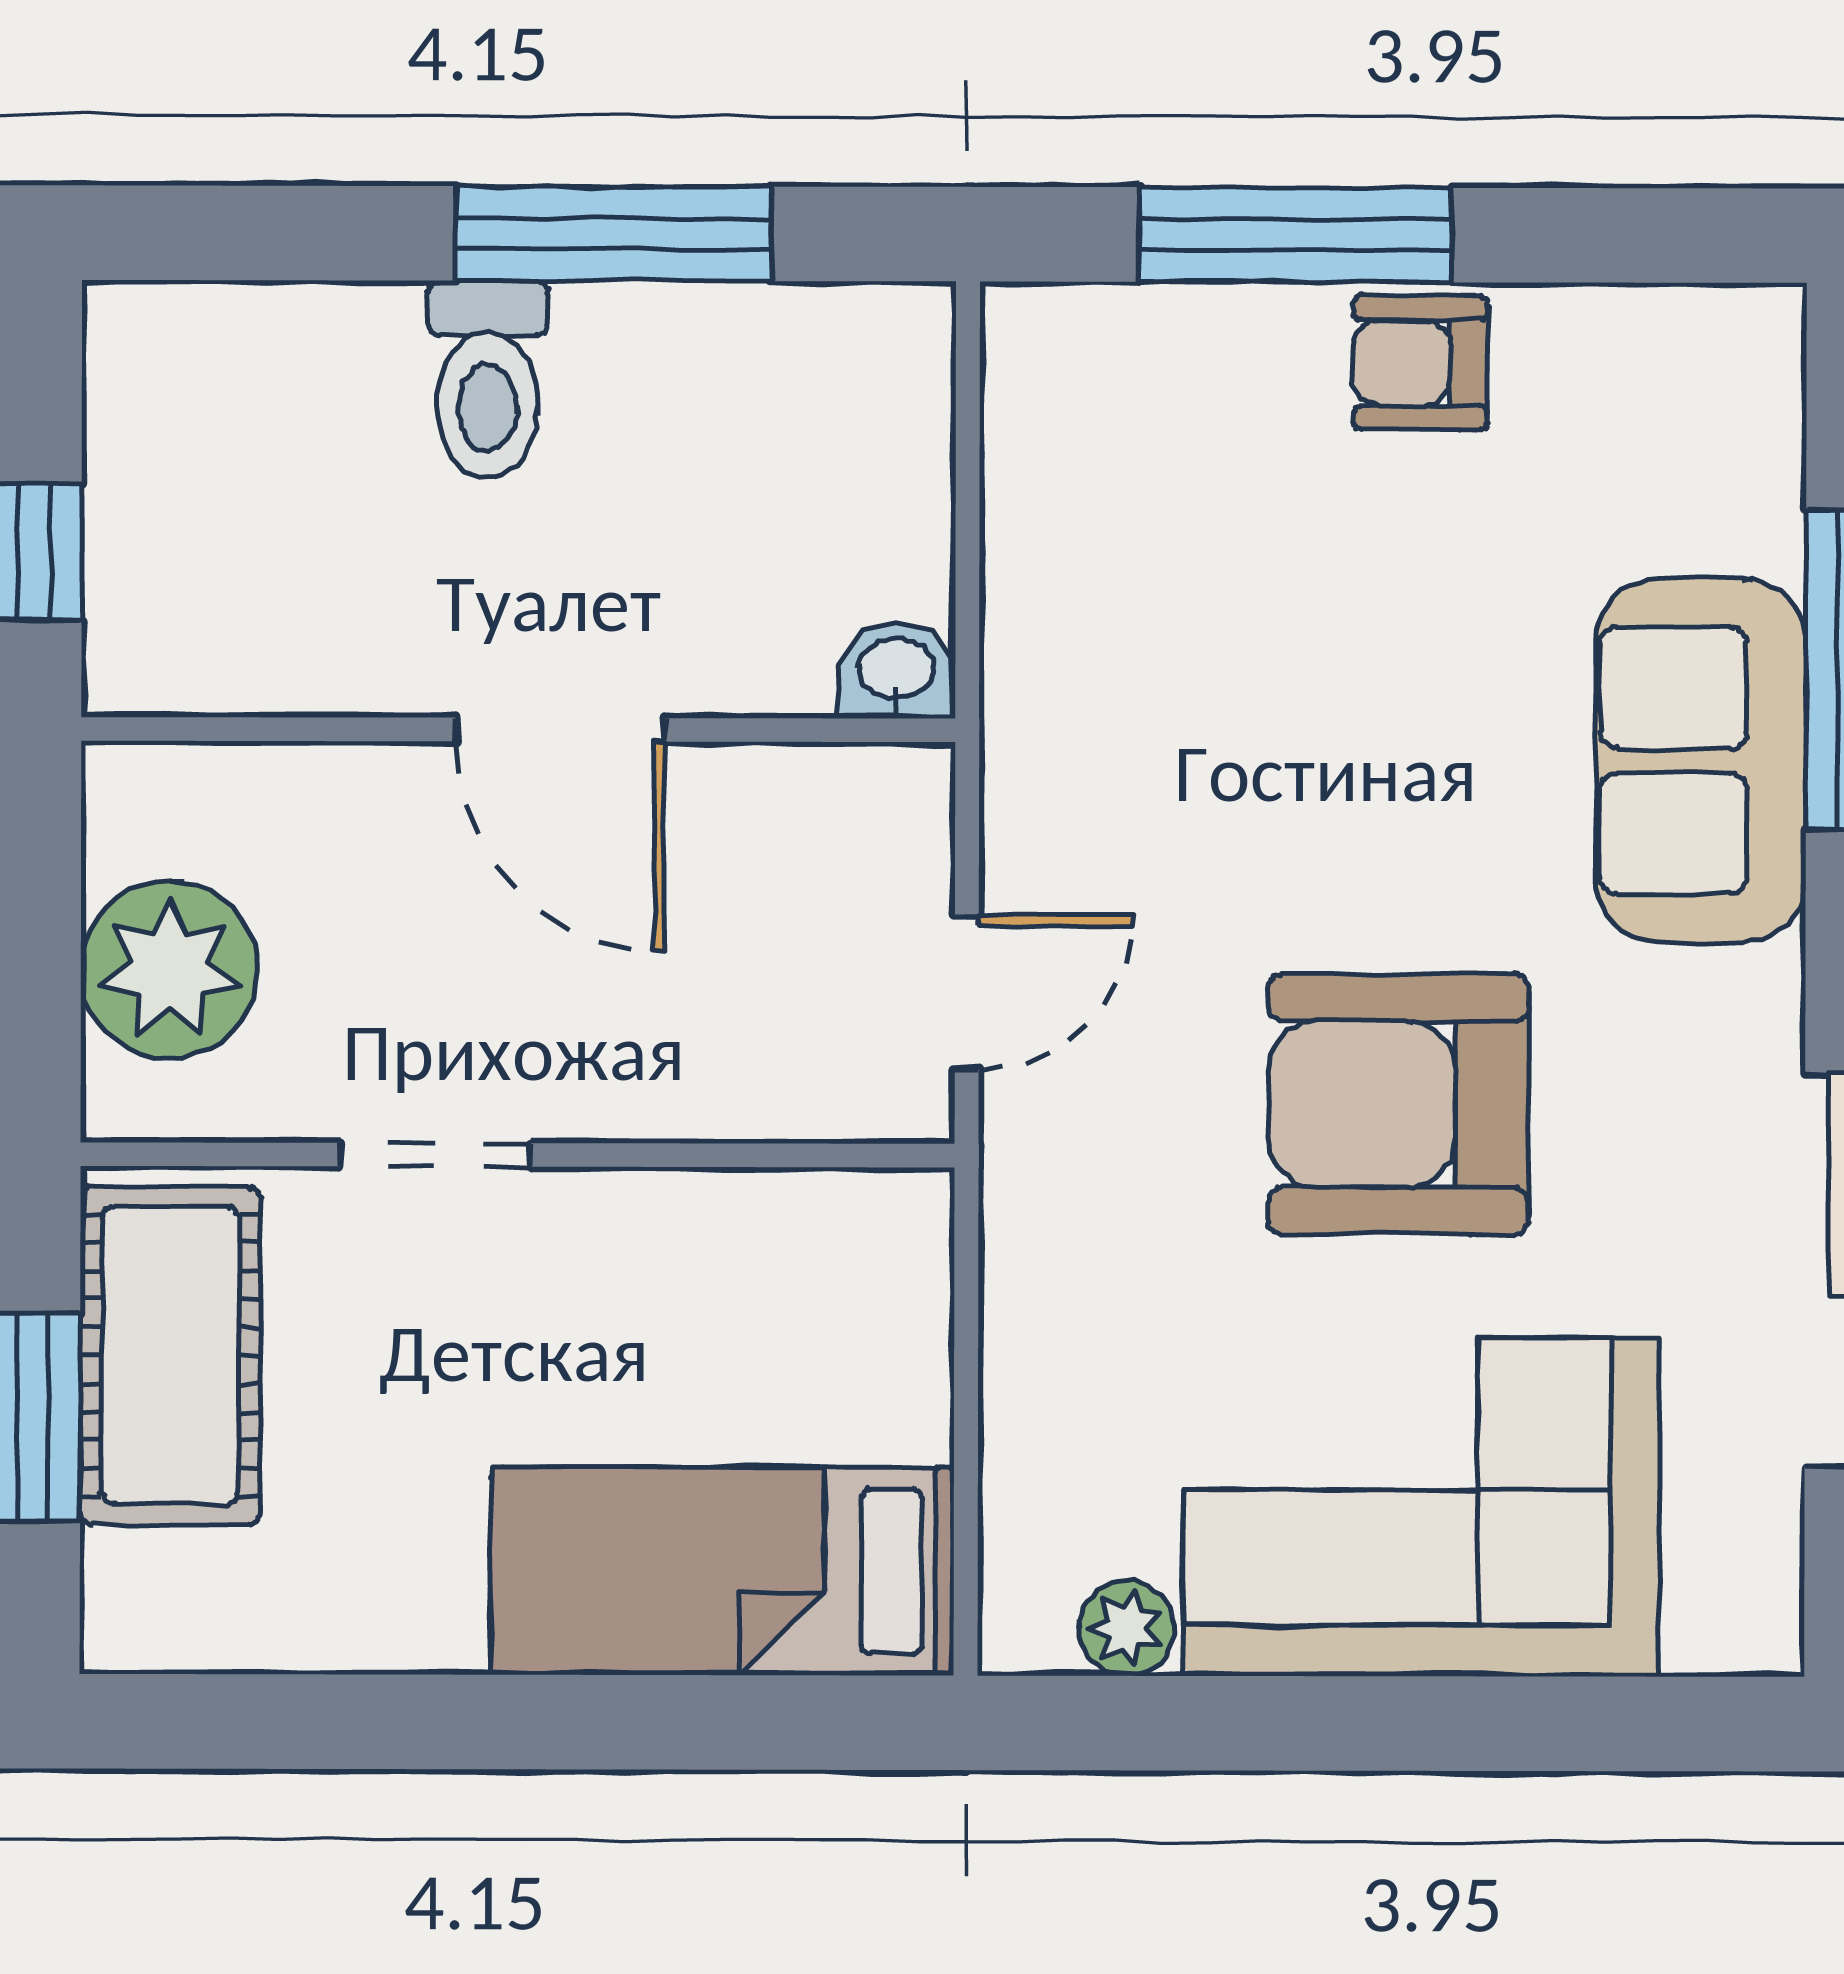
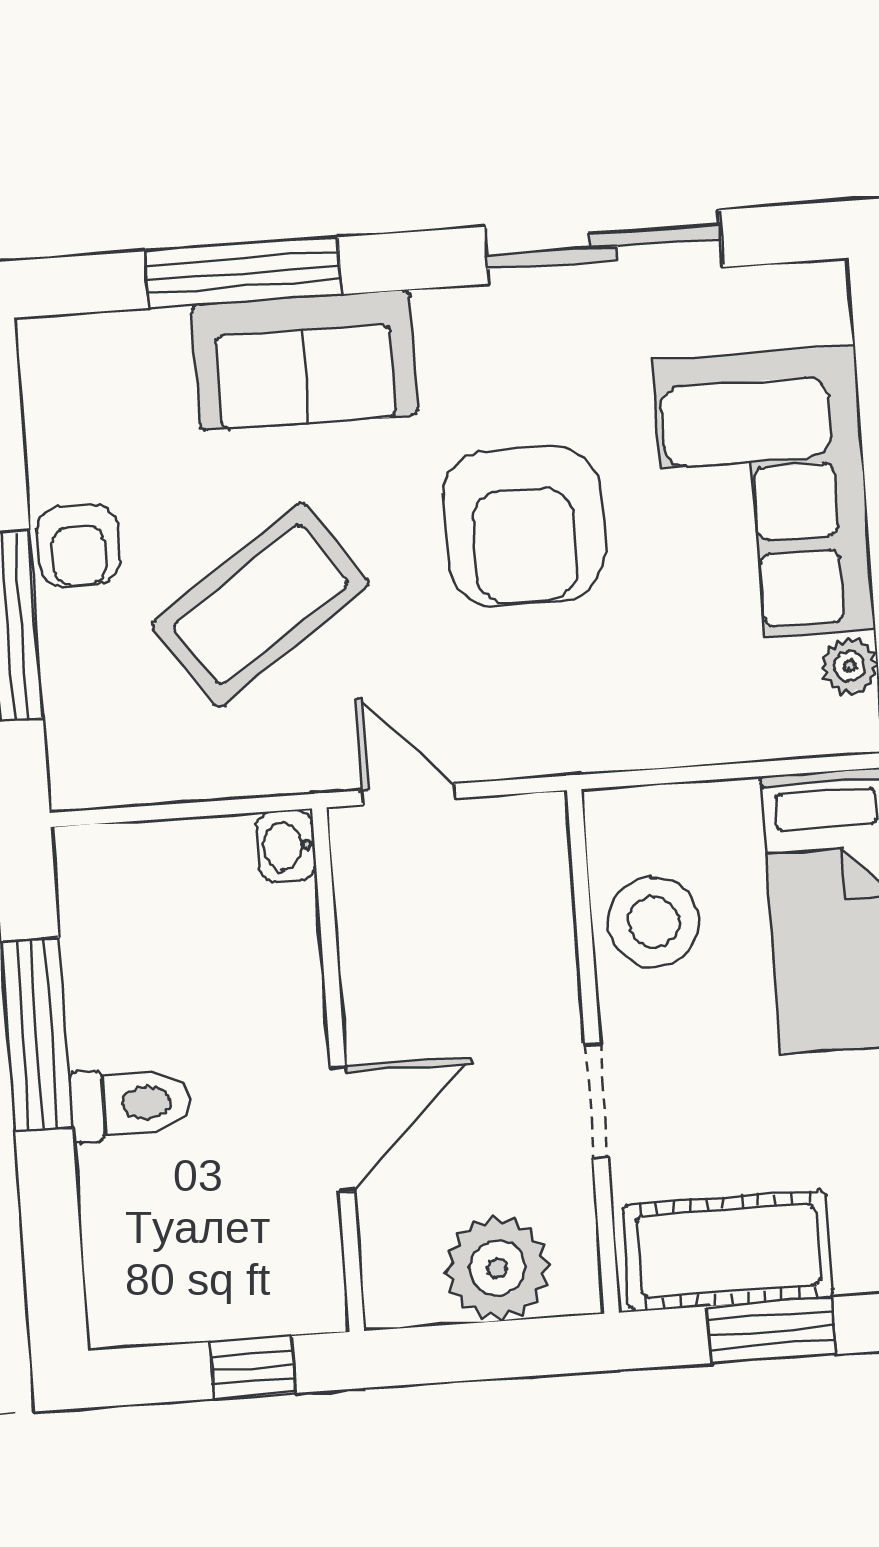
coffee table: (1300, 657) -> (260, 605), added
door: (560, 730) -> (342, 1129), moved
door: (967, 992) -> (408, 794), moved
stool: (725, 1272) -> (654, 922), added

